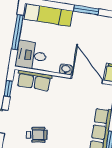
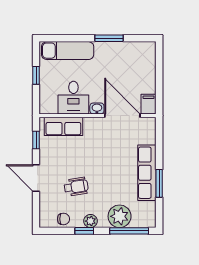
window: (17, 32) -> (36, 75), width x0.46
desk: (31, 55) -> (73, 98), moved, turned -90

